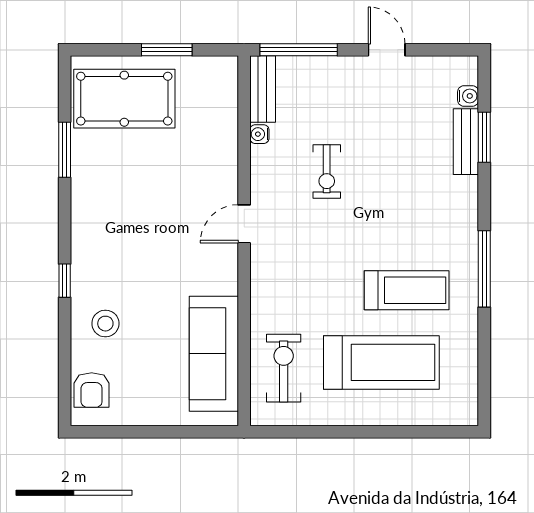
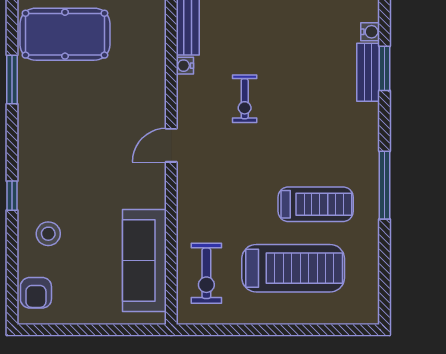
exercise bike: (284, 368) -> (206, 273), turned 180

